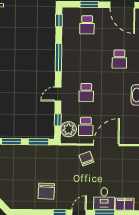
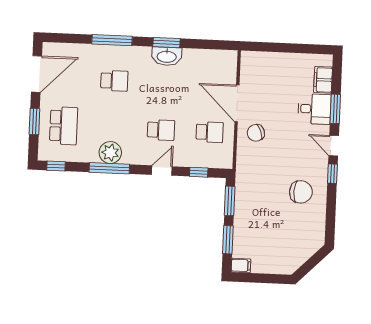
school desk: (87, 25) -> (64, 126), width x1.85
door: (58, 94) -> (162, 171), swing flipped
plant: (69, 129) -> (110, 153), moved

